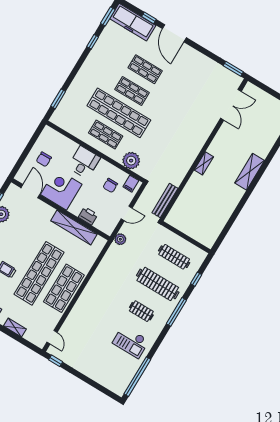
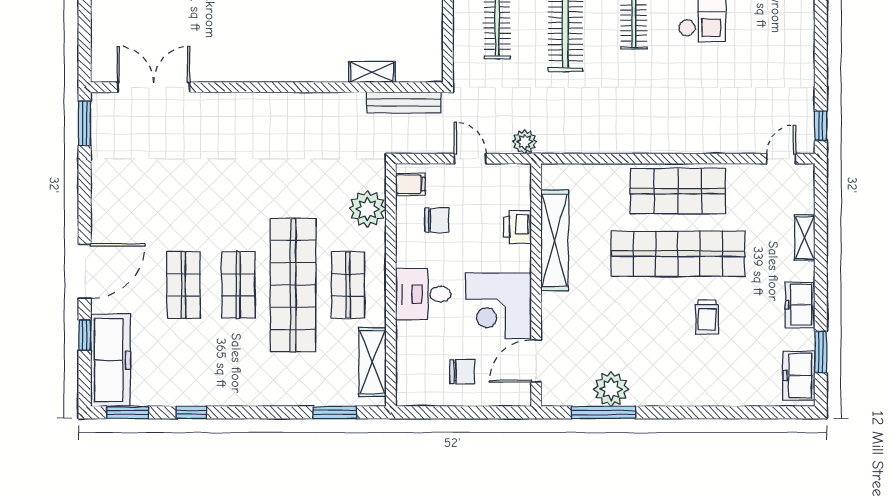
shelving: (69, 126) -> (372, 362), added
shelving: (204, 163) -> (372, 72), moved

